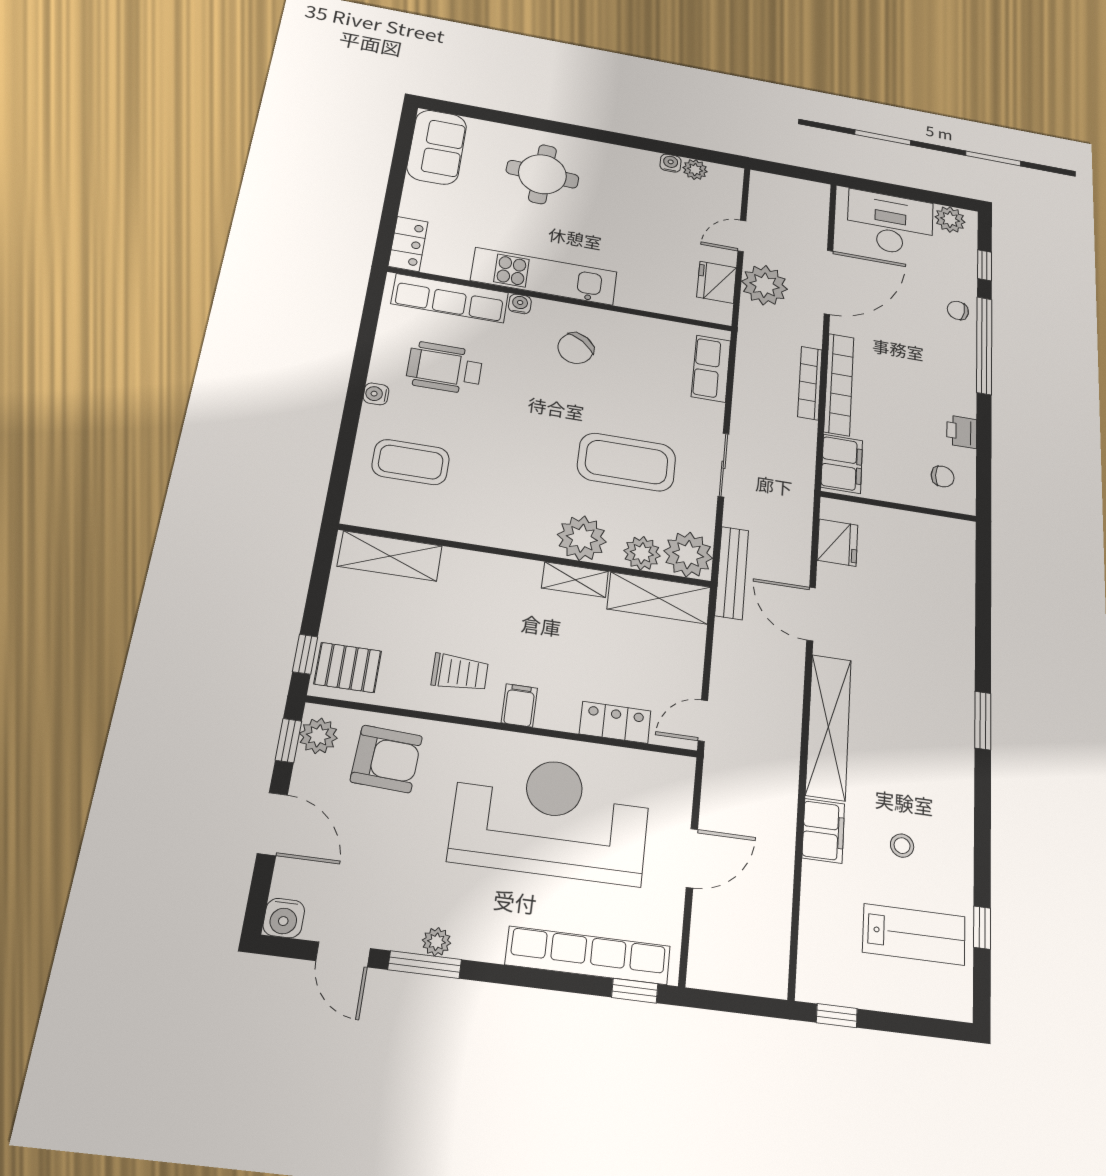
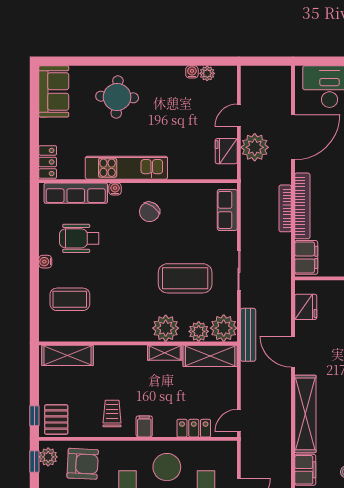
pallet: (348, 667) -> (56, 419), turned 90
trolley: (460, 673) -> (112, 414), turned -90

